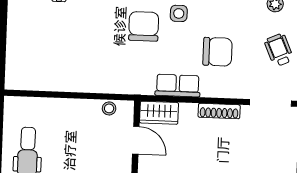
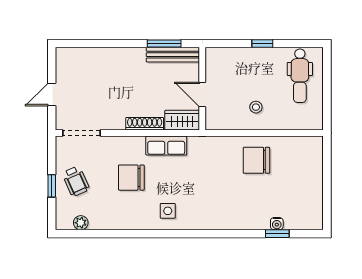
chair: (144, 26) -> (257, 160), moved, turned 90
stool: (109, 108) -> (256, 107), moved
shoe rack: (219, 111) -> (145, 124), moved

